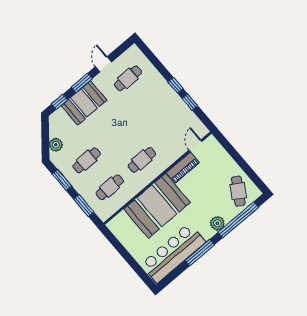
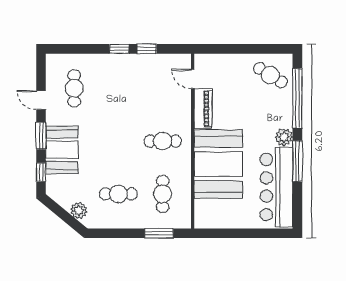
cafe table: (87, 160) -> (118, 194), turned 90
cafe table: (142, 160) -> (163, 141), turned 90
window: (62, 180) -> (117, 233), removed
plant: (217, 223) -> (284, 137), moved

